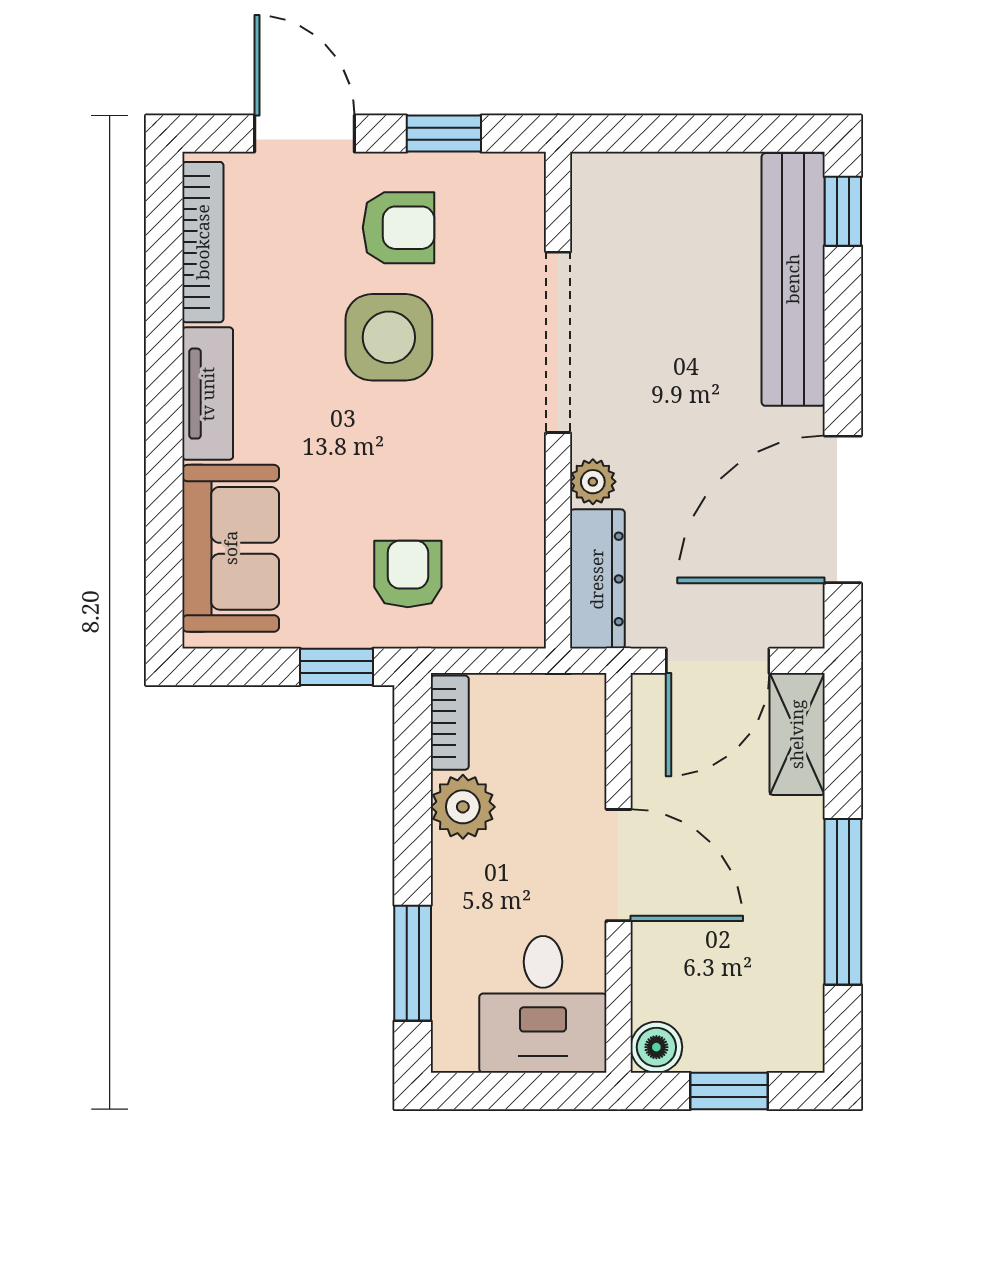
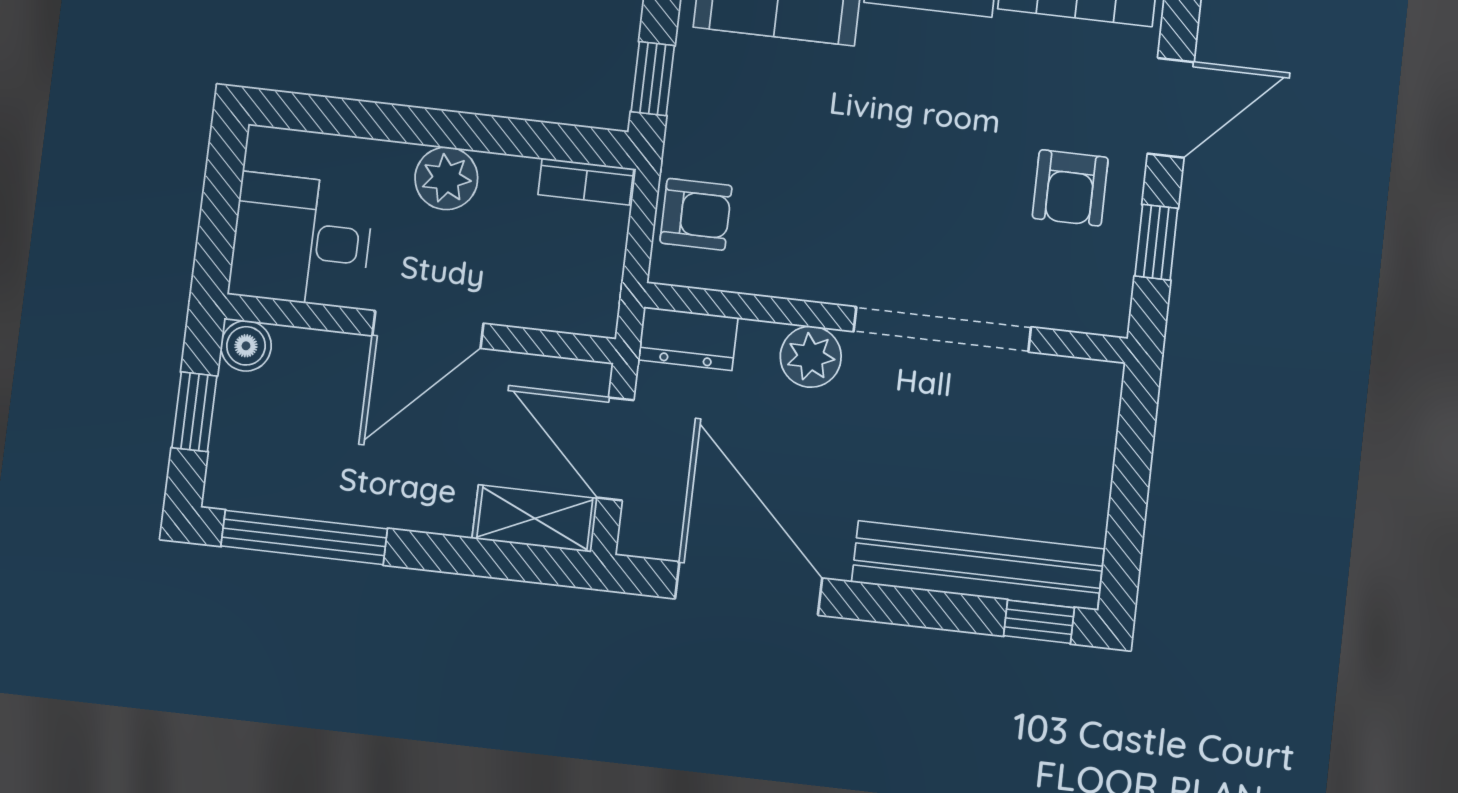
side table: (389, 337) -> (965, 166), removed
plant: (593, 482) -> (811, 357), width x1.38, depth x1.38
armchair: (408, 574) -> (696, 214), moved
dresser: (597, 579) -> (688, 339), width x0.70
plant: (463, 807) -> (446, 178), moved
window: (843, 902) -> (304, 537), moved
window: (413, 963) -> (357, 119), removed

